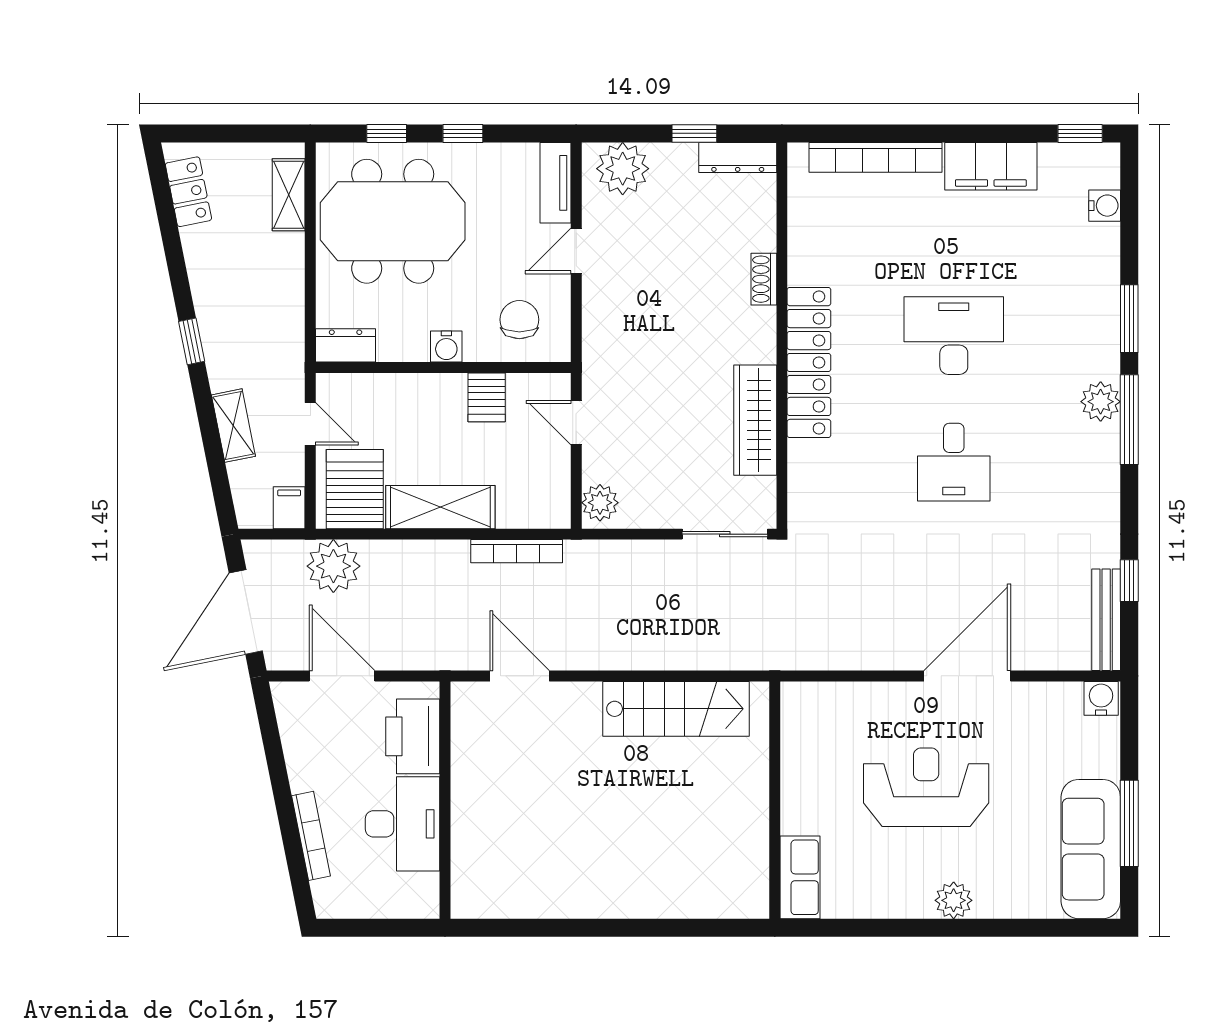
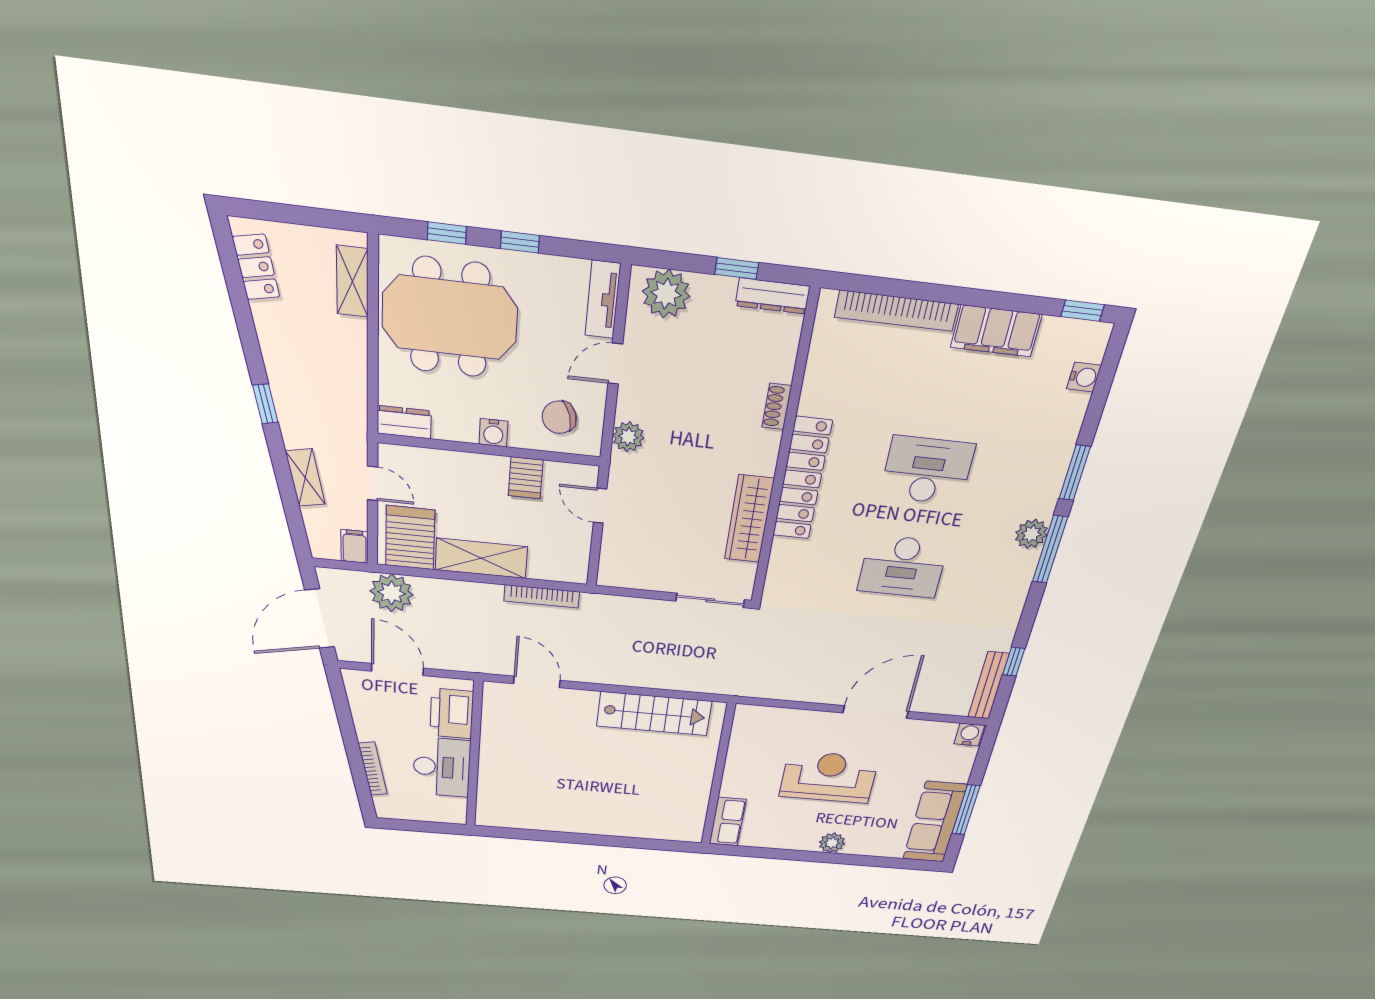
chair: (519, 320) -> (559, 417), turned -108
desk: (954, 462) -> (903, 567), width x1.37
plant: (600, 503) -> (628, 437), moved

